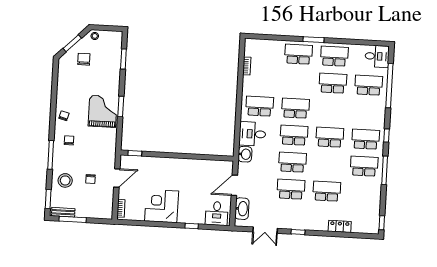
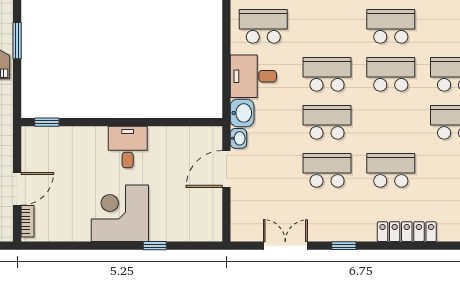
school desk: (295, 108) -> (391, 26), moved
door: (117, 178) -> (17, 189), moved
corner desk: (162, 206) -> (120, 213), moved
washbasin: (242, 209) -> (238, 138), moved, width x0.52, depth x0.69
desk: (217, 213) -> (128, 147), moved, turned 180
locker: (340, 226) -> (407, 232), width x1.53
double door: (265, 230) -> (285, 246), swing flipped

